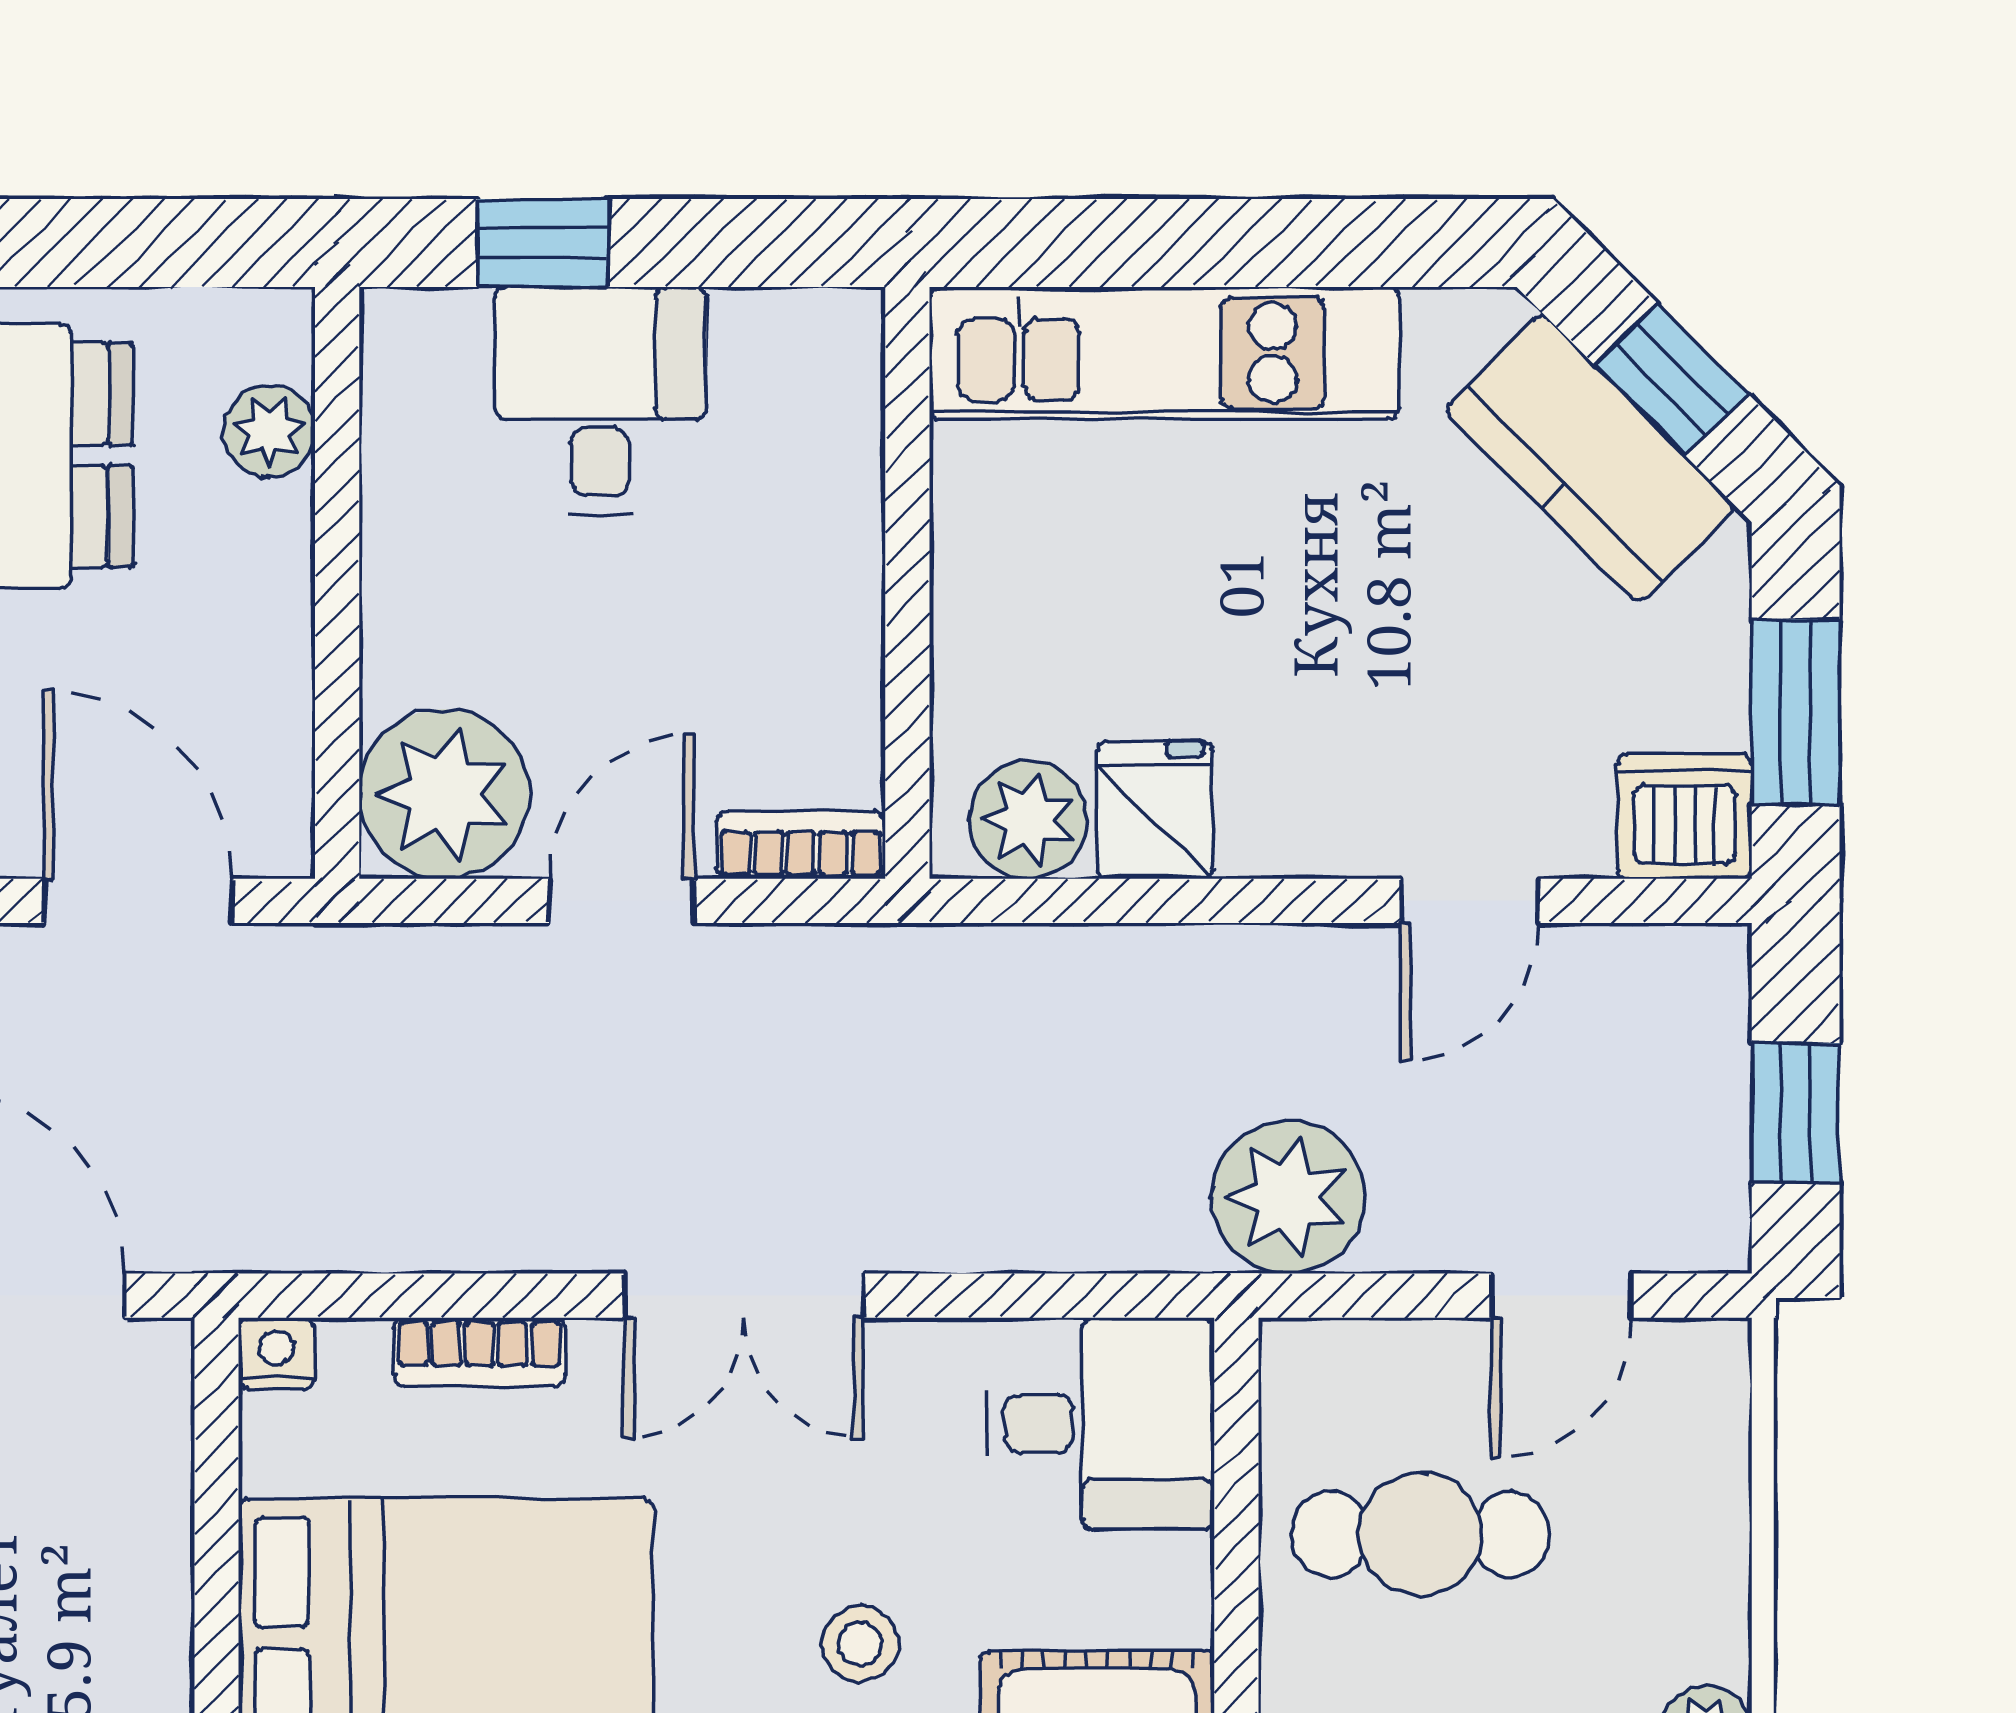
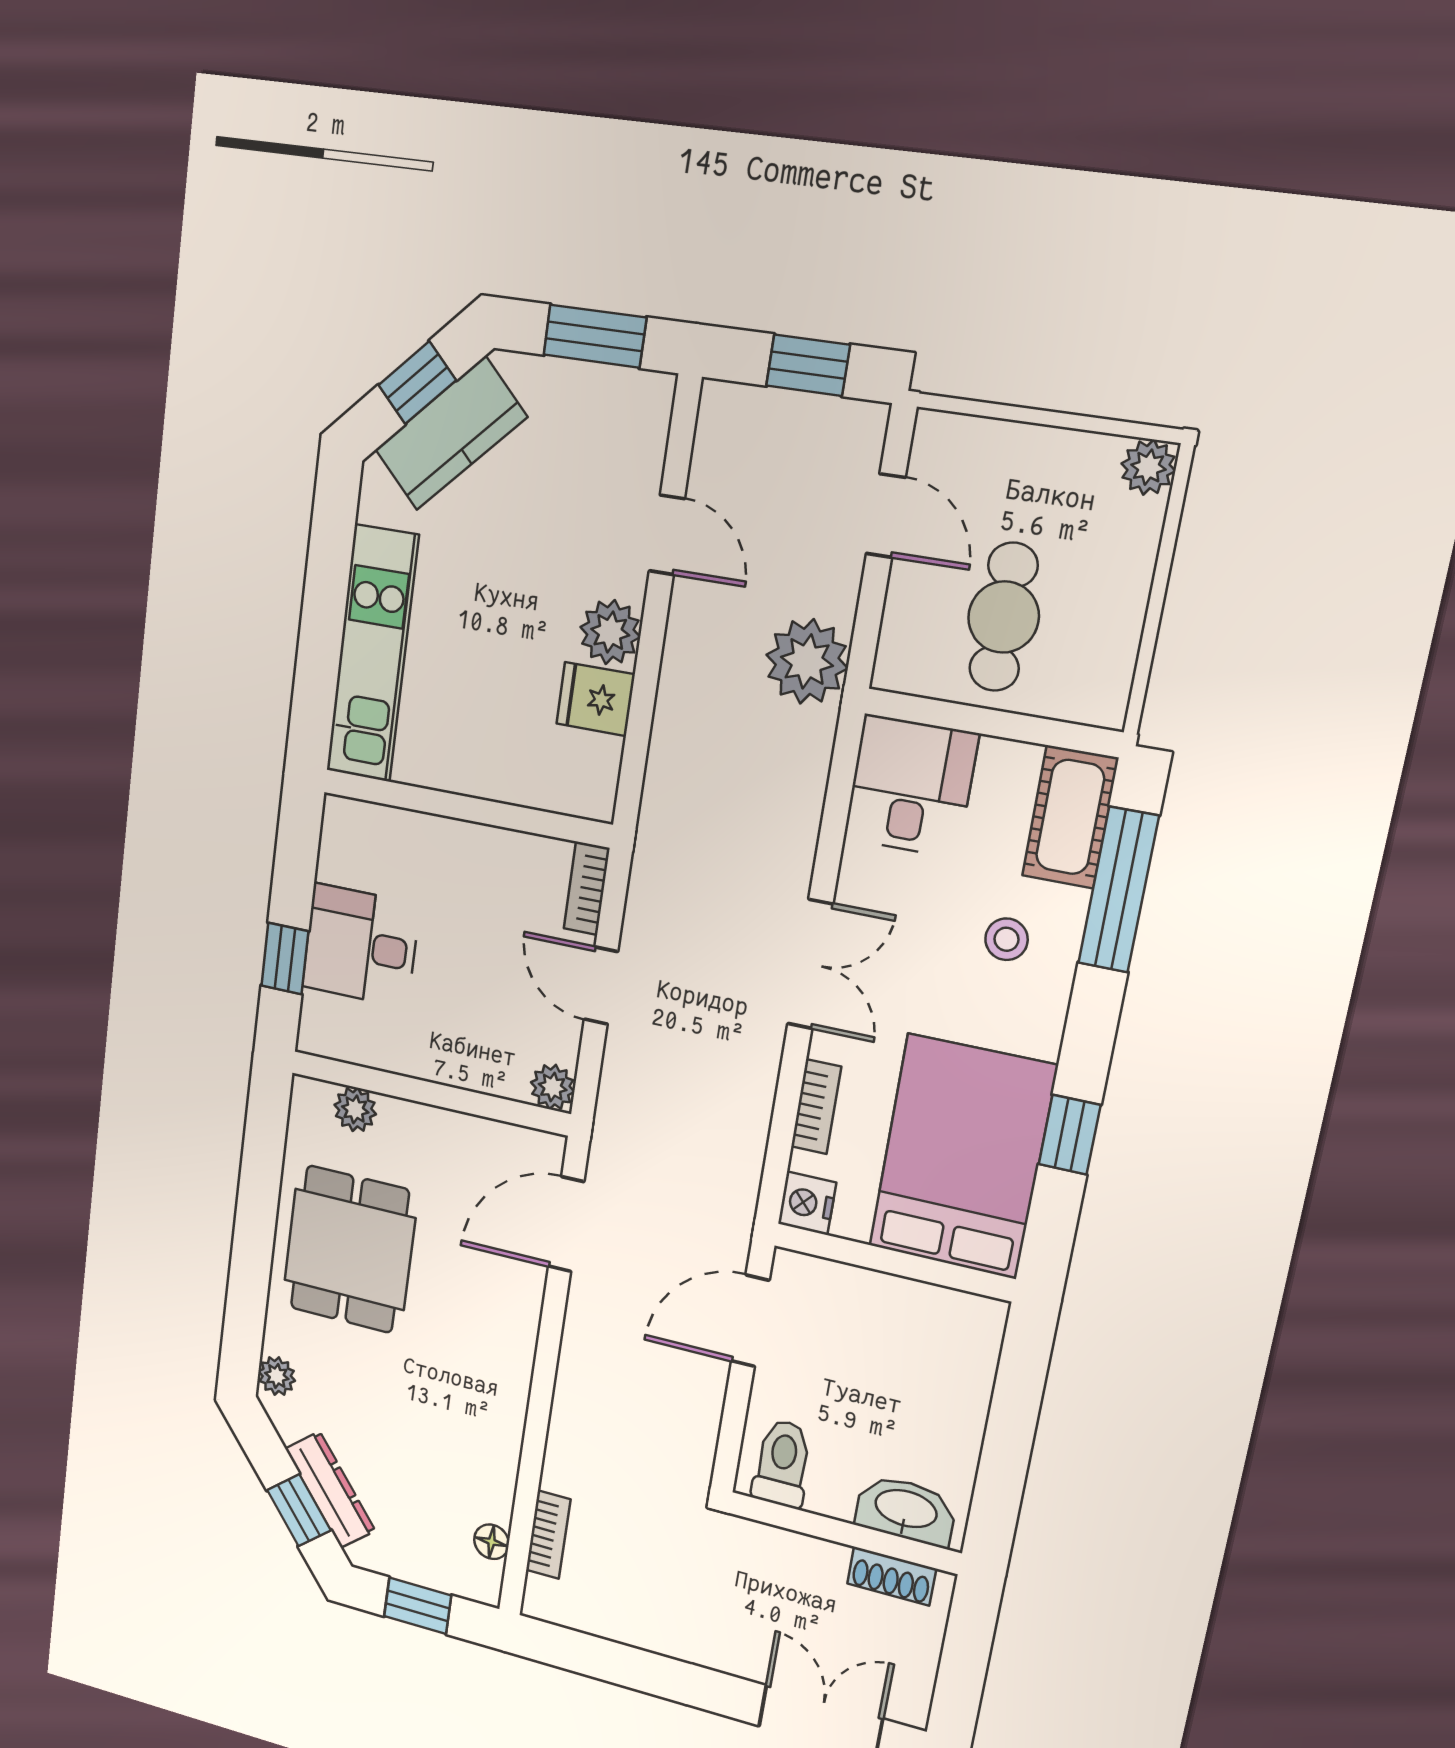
plant: (444, 794) -> (553, 1087), width x0.53, depth x0.53
dishwasher: (1685, 816) -> (640, 407), removed
plant: (1029, 820) -> (610, 632), moved
nightstand: (276, 1354) -> (807, 1203), width x1.39, depth x1.35

